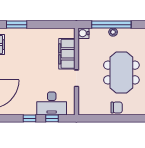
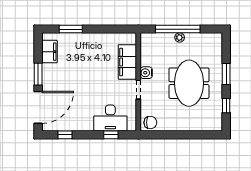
water cooler: (83, 33) -> (146, 73), moved
chair: (117, 108) -> (150, 123), moved
window: (29, 118) -> (65, 135), moved

